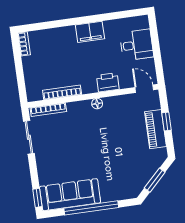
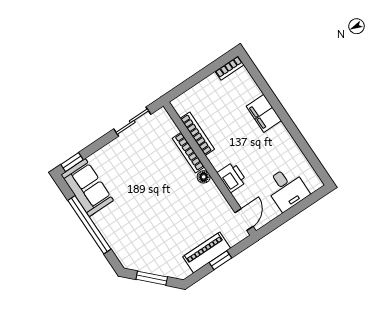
filing cabinet: (90, 32) -> (264, 113), moved
bookcase: (48, 110) -> (188, 153), moved
sofa: (70, 195) -> (87, 188), width x0.73

